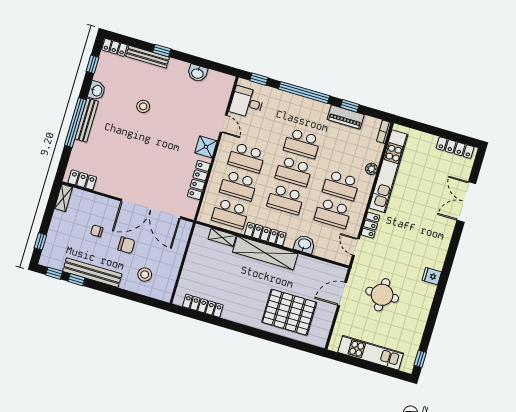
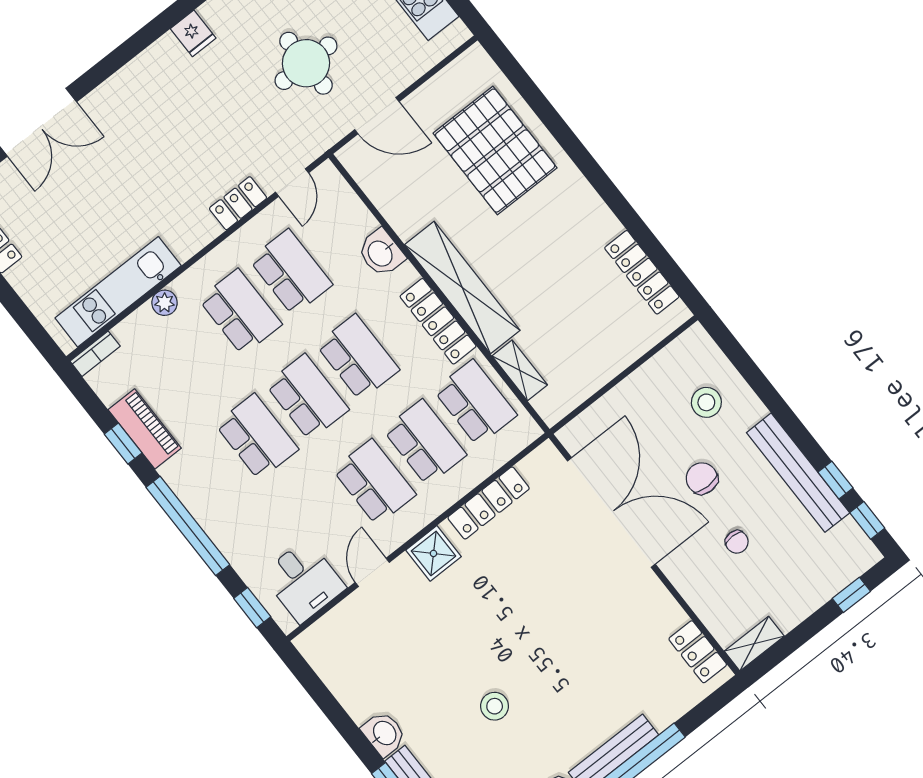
washbasin: (197, 73) -> (384, 734), moved
kitchen unit: (388, 171) -> (118, 292), width x0.73

